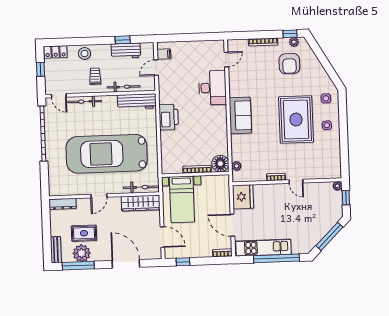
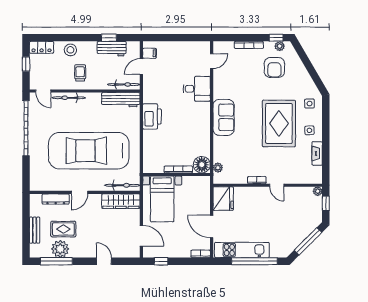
bicycle: (124, 87) -> (124, 84), moved
desk: (212, 88) -> (197, 89), width x0.73
fireplace: (335, 148) -> (317, 153), added
dresser: (63, 204) -> (56, 199), moved
bench: (56, 250) -> (35, 230), moved
door: (126, 264) -> (104, 261), width x0.53

